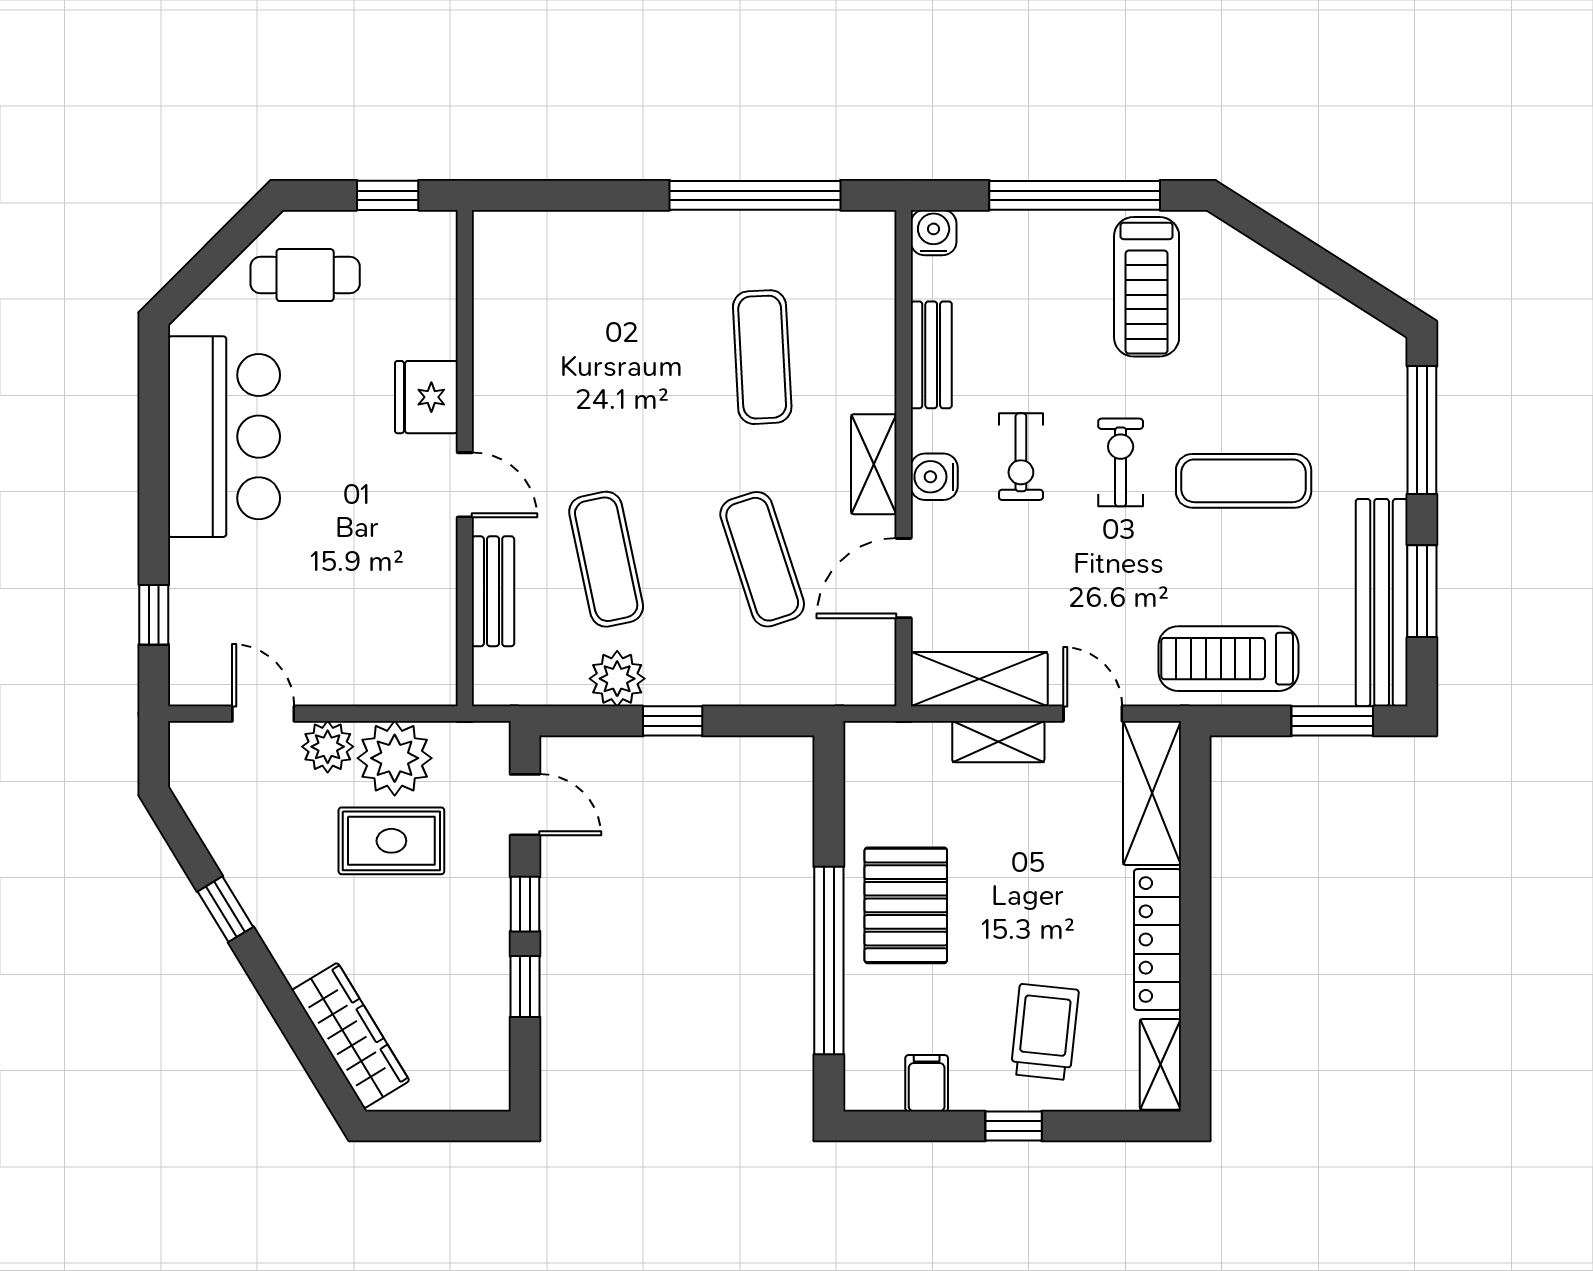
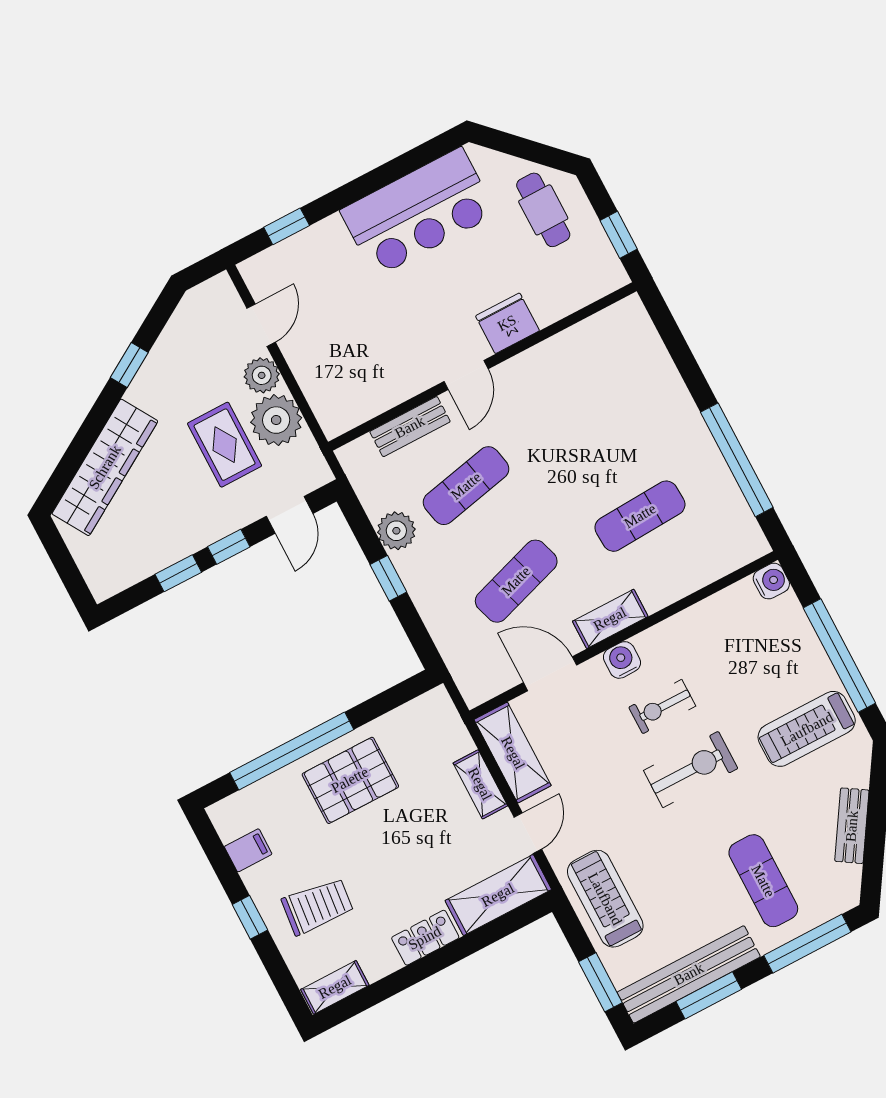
bench: (931, 355) -> (852, 826), moved, turned -58
exercise bike: (1121, 462) -> (691, 770), width x1.38, depth x1.39
exercise mat: (1244, 481) -> (763, 881), moved
locker: (1157, 940) -> (425, 938), width x0.66
wardrobe: (351, 1035) -> (105, 467), width x1.40, depth x1.17

